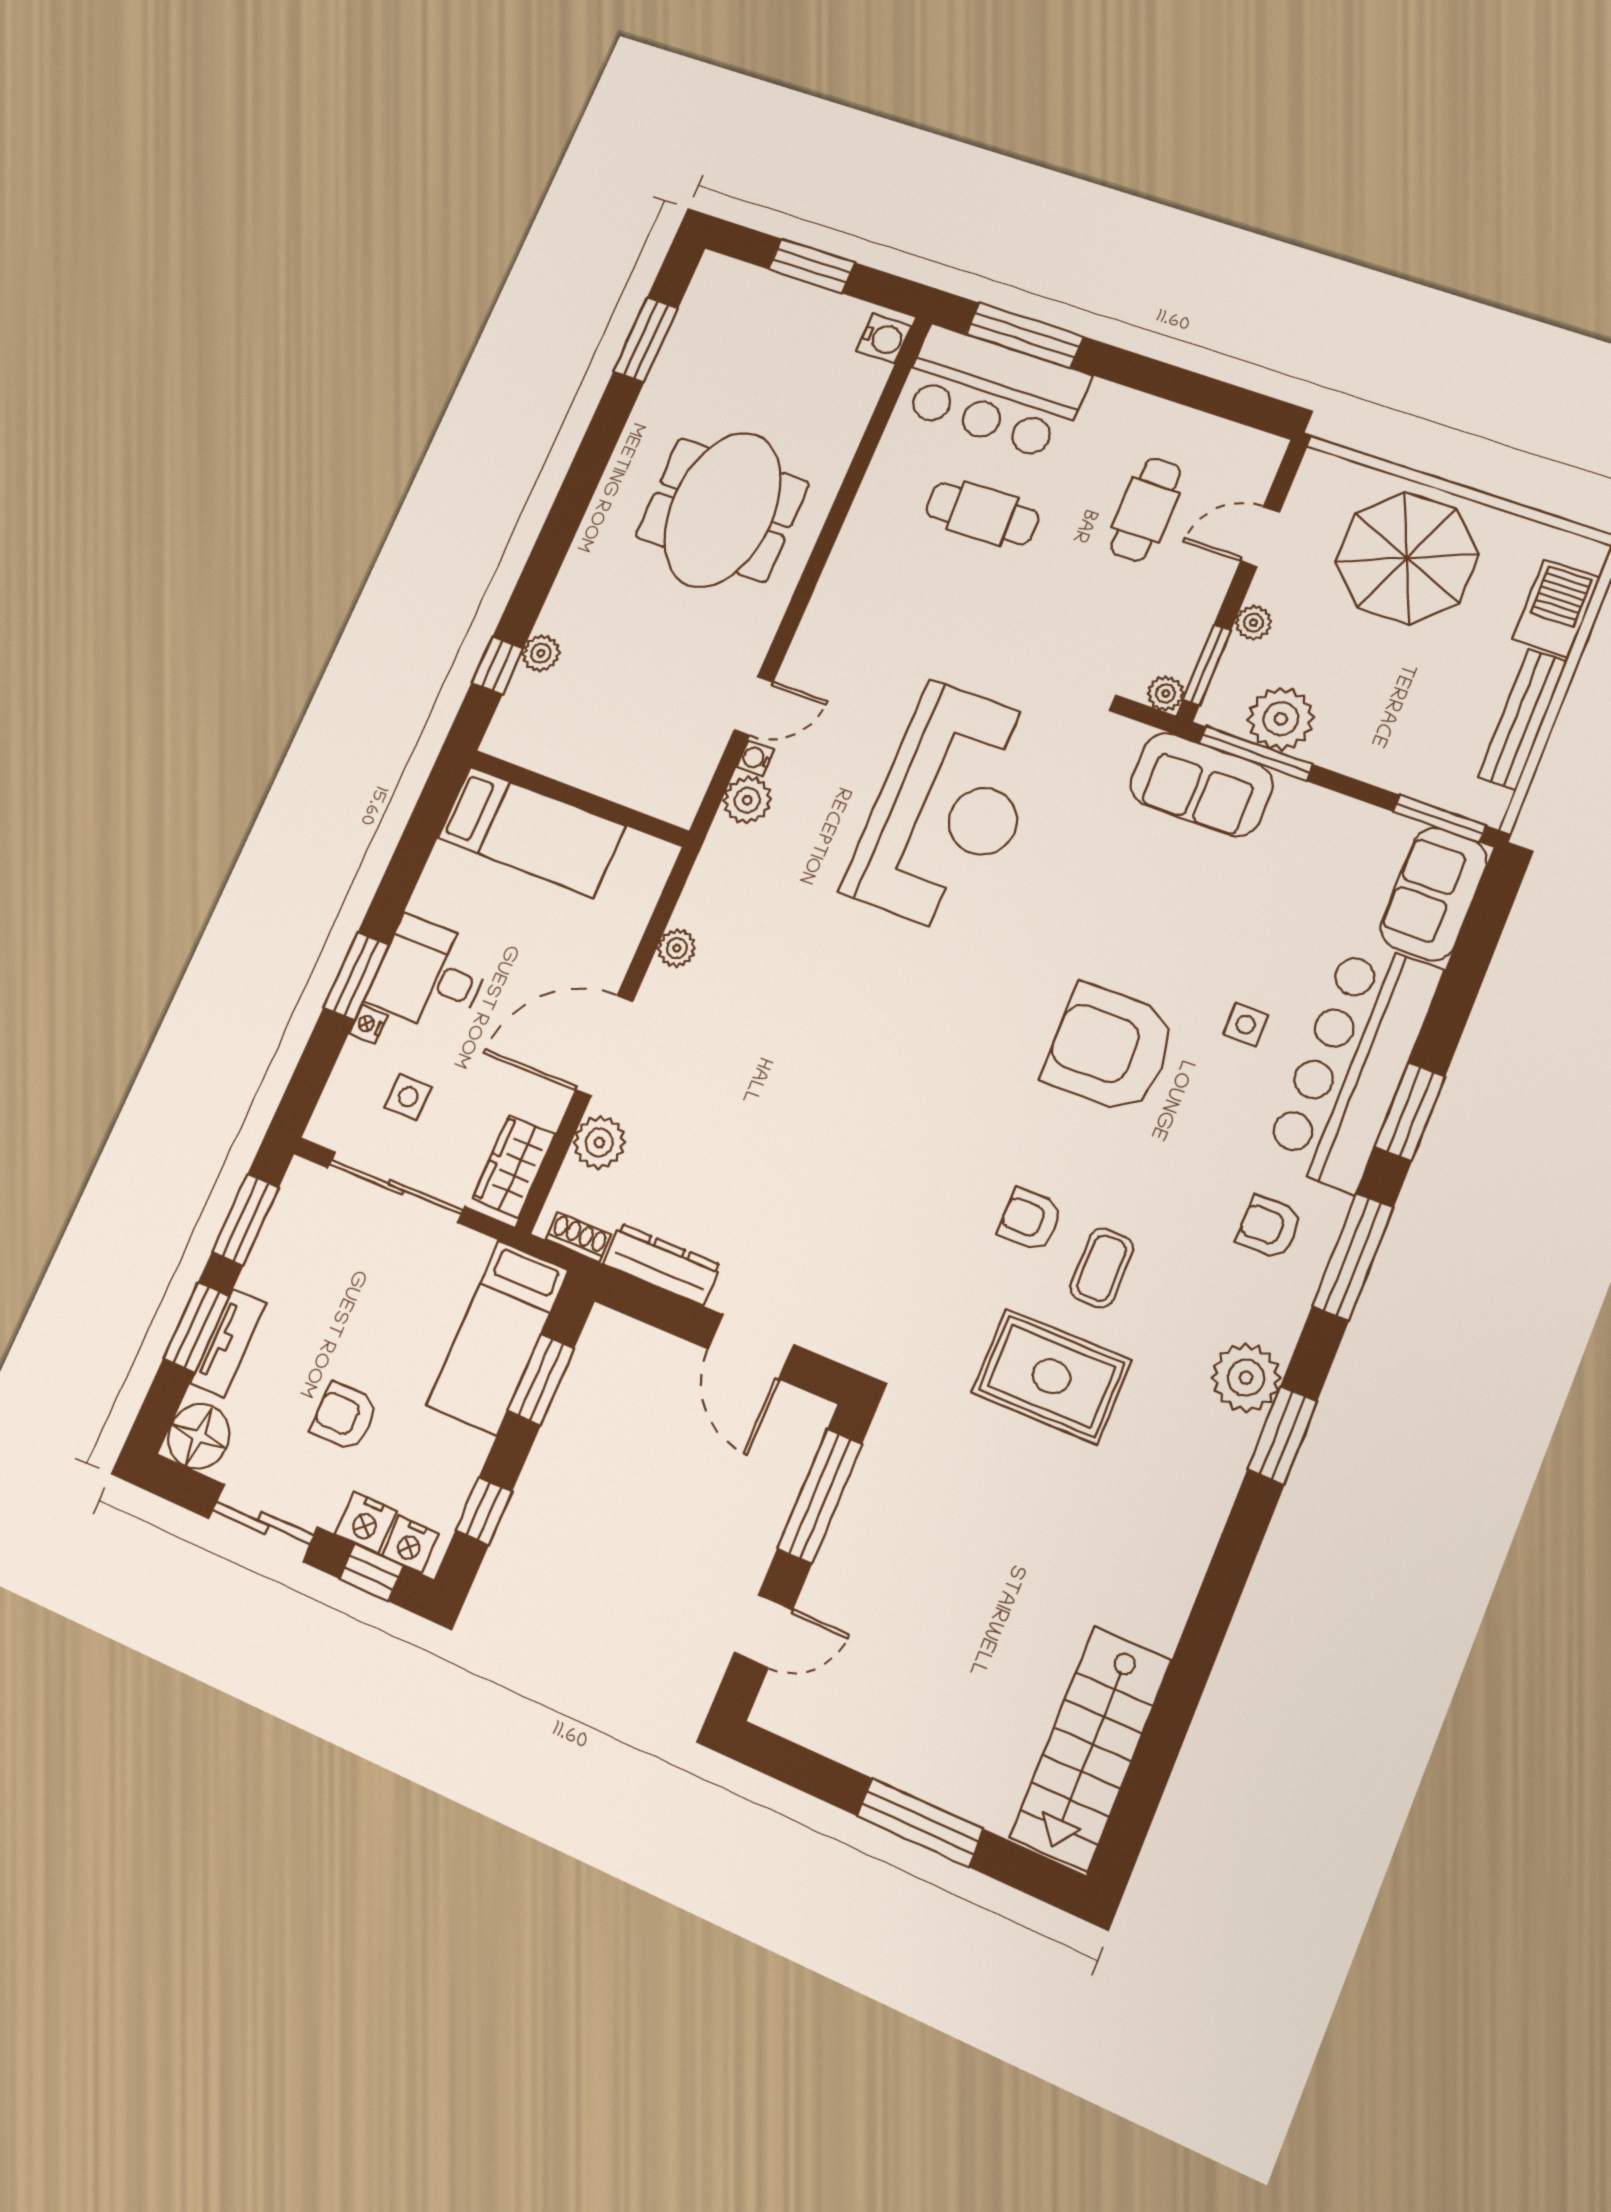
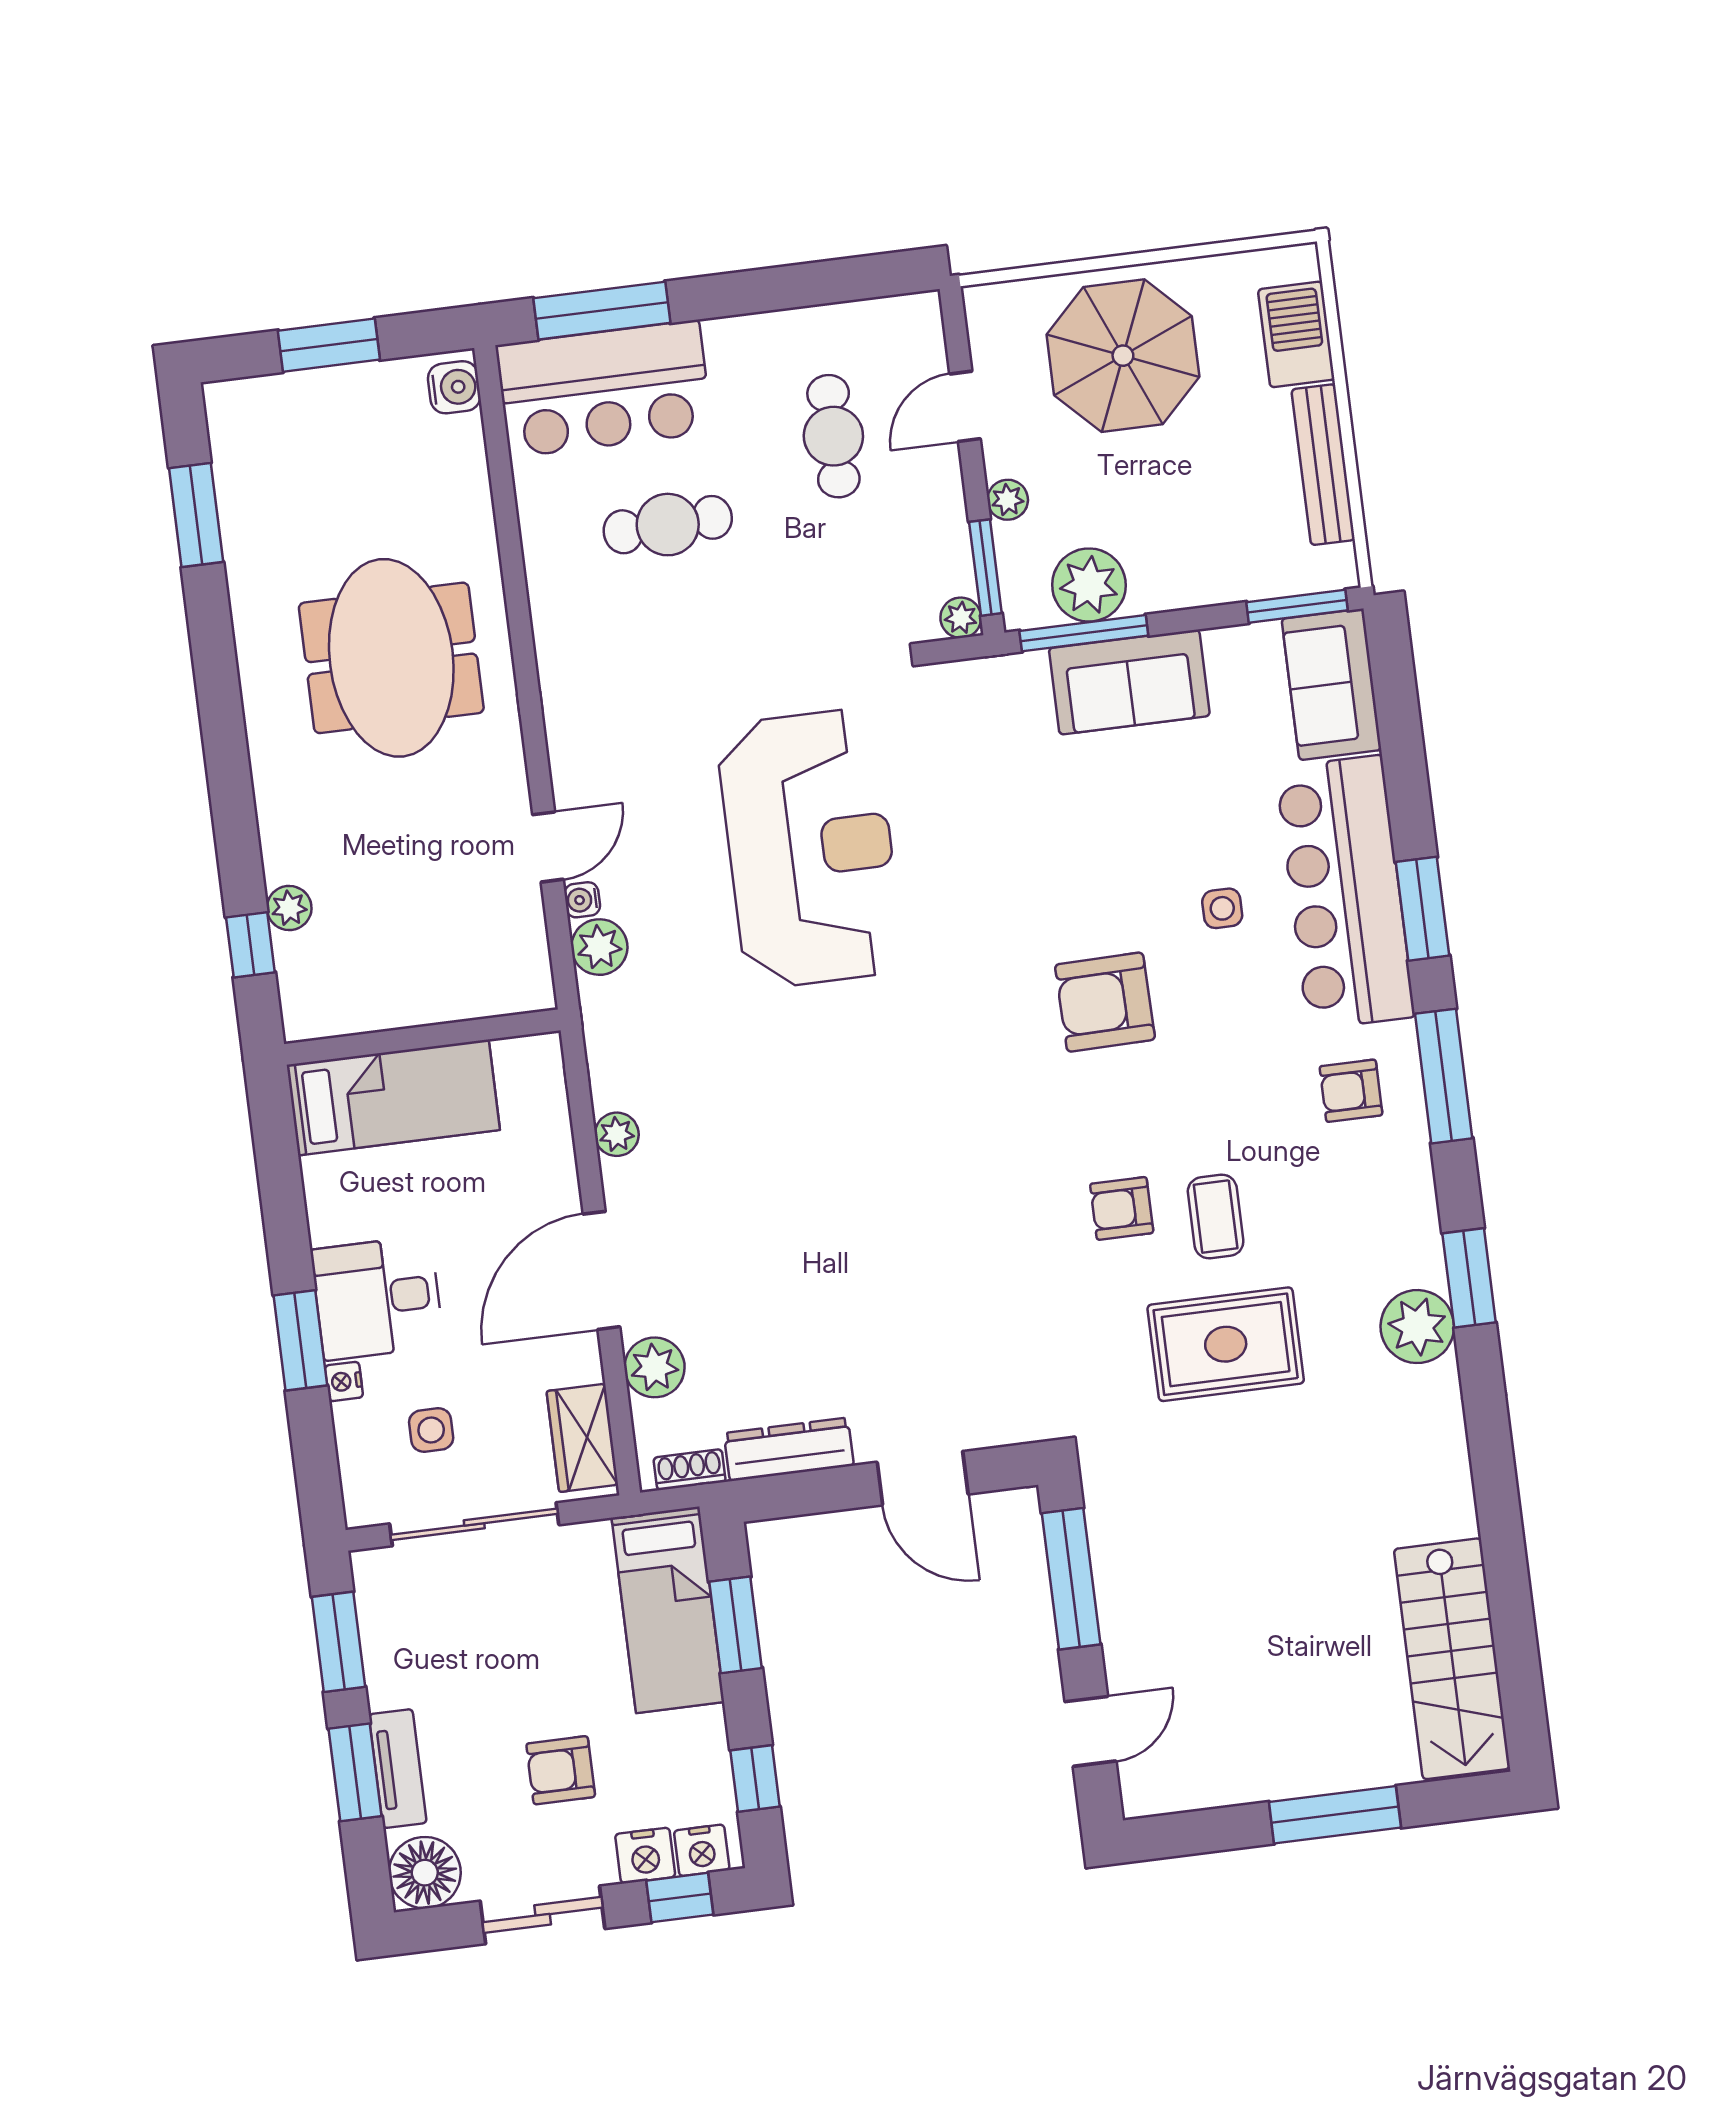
sofa: (1201, 784) -> (1129, 682), moved
armchair: (1110, 1049) -> (1105, 1002), width x0.73, depth x0.73
plant: (1246, 1378) -> (1417, 1327), moved

